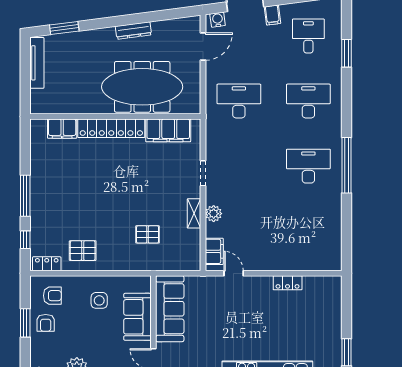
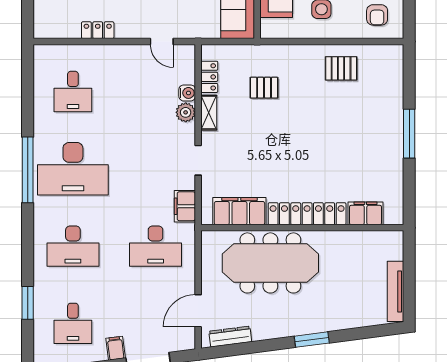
water cooler: (218, 20) -> (187, 93), moved, turned -83
window: (64, 28) -> (312, 340), moved
dresser: (133, 31) -> (230, 336), moved
desk: (308, 166) -> (73, 169), width x1.36, depth x1.30
desk: (308, 231) -> (73, 91), added
window: (25, 240) -> (409, 81), removed
filing cabinet: (214, 251) -> (185, 206), moved
locker: (47, 264) -> (209, 77), moved, turned -90
armchair: (52, 296) -> (377, 15), turned -90

